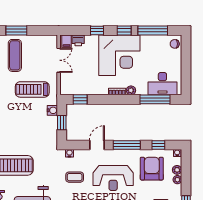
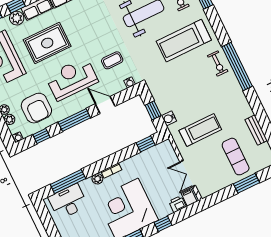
door: (97, 145) -> (105, 105), swing flipped

